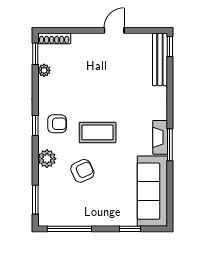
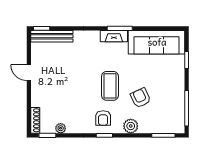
armchair: (57, 124) -> (103, 118), turned 180

